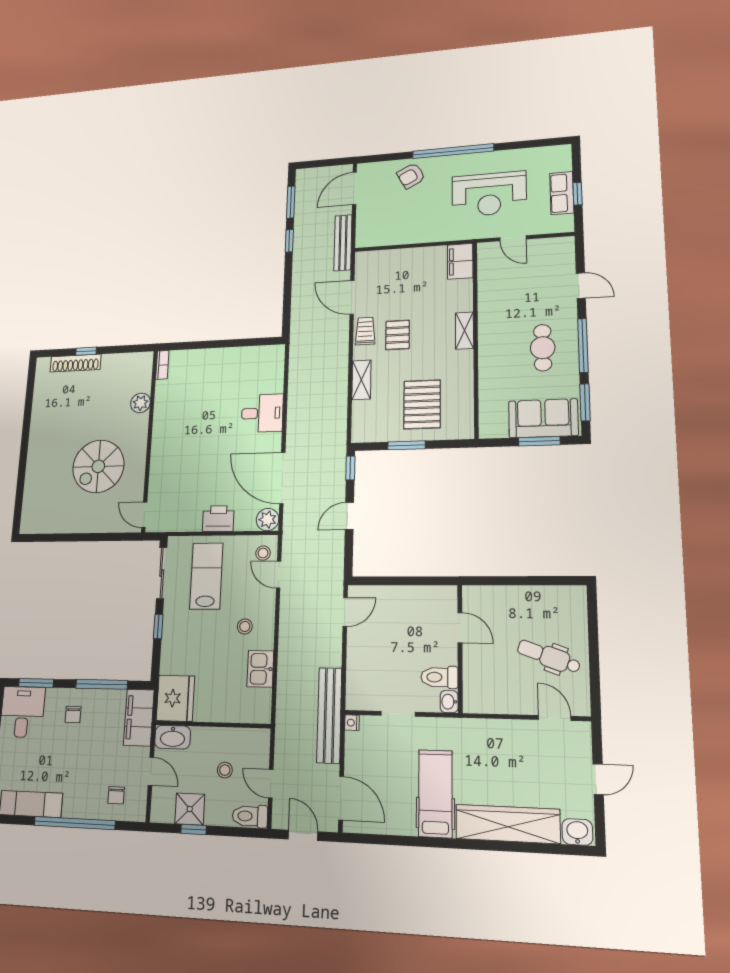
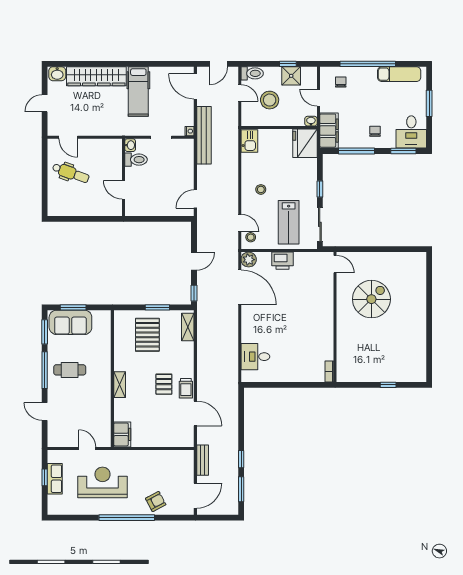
bench: (343, 243) -> (203, 460), width x0.73
cafe table: (543, 348) -> (70, 370), turned 90
shoe rack: (76, 363) -> (395, 376), removed
shelving: (361, 380) -> (188, 327), moved
plant: (140, 403) -> (344, 344), removed
desk: (262, 413) -> (255, 357), moved
kitchen sink: (260, 669) -> (249, 141), moved
washbasin: (173, 737) -> (311, 121), width x0.52, depth x0.69
stool: (225, 770) -> (270, 100), width x1.89, depth x1.89
door: (303, 835) -> (218, 64), hinge flipped

